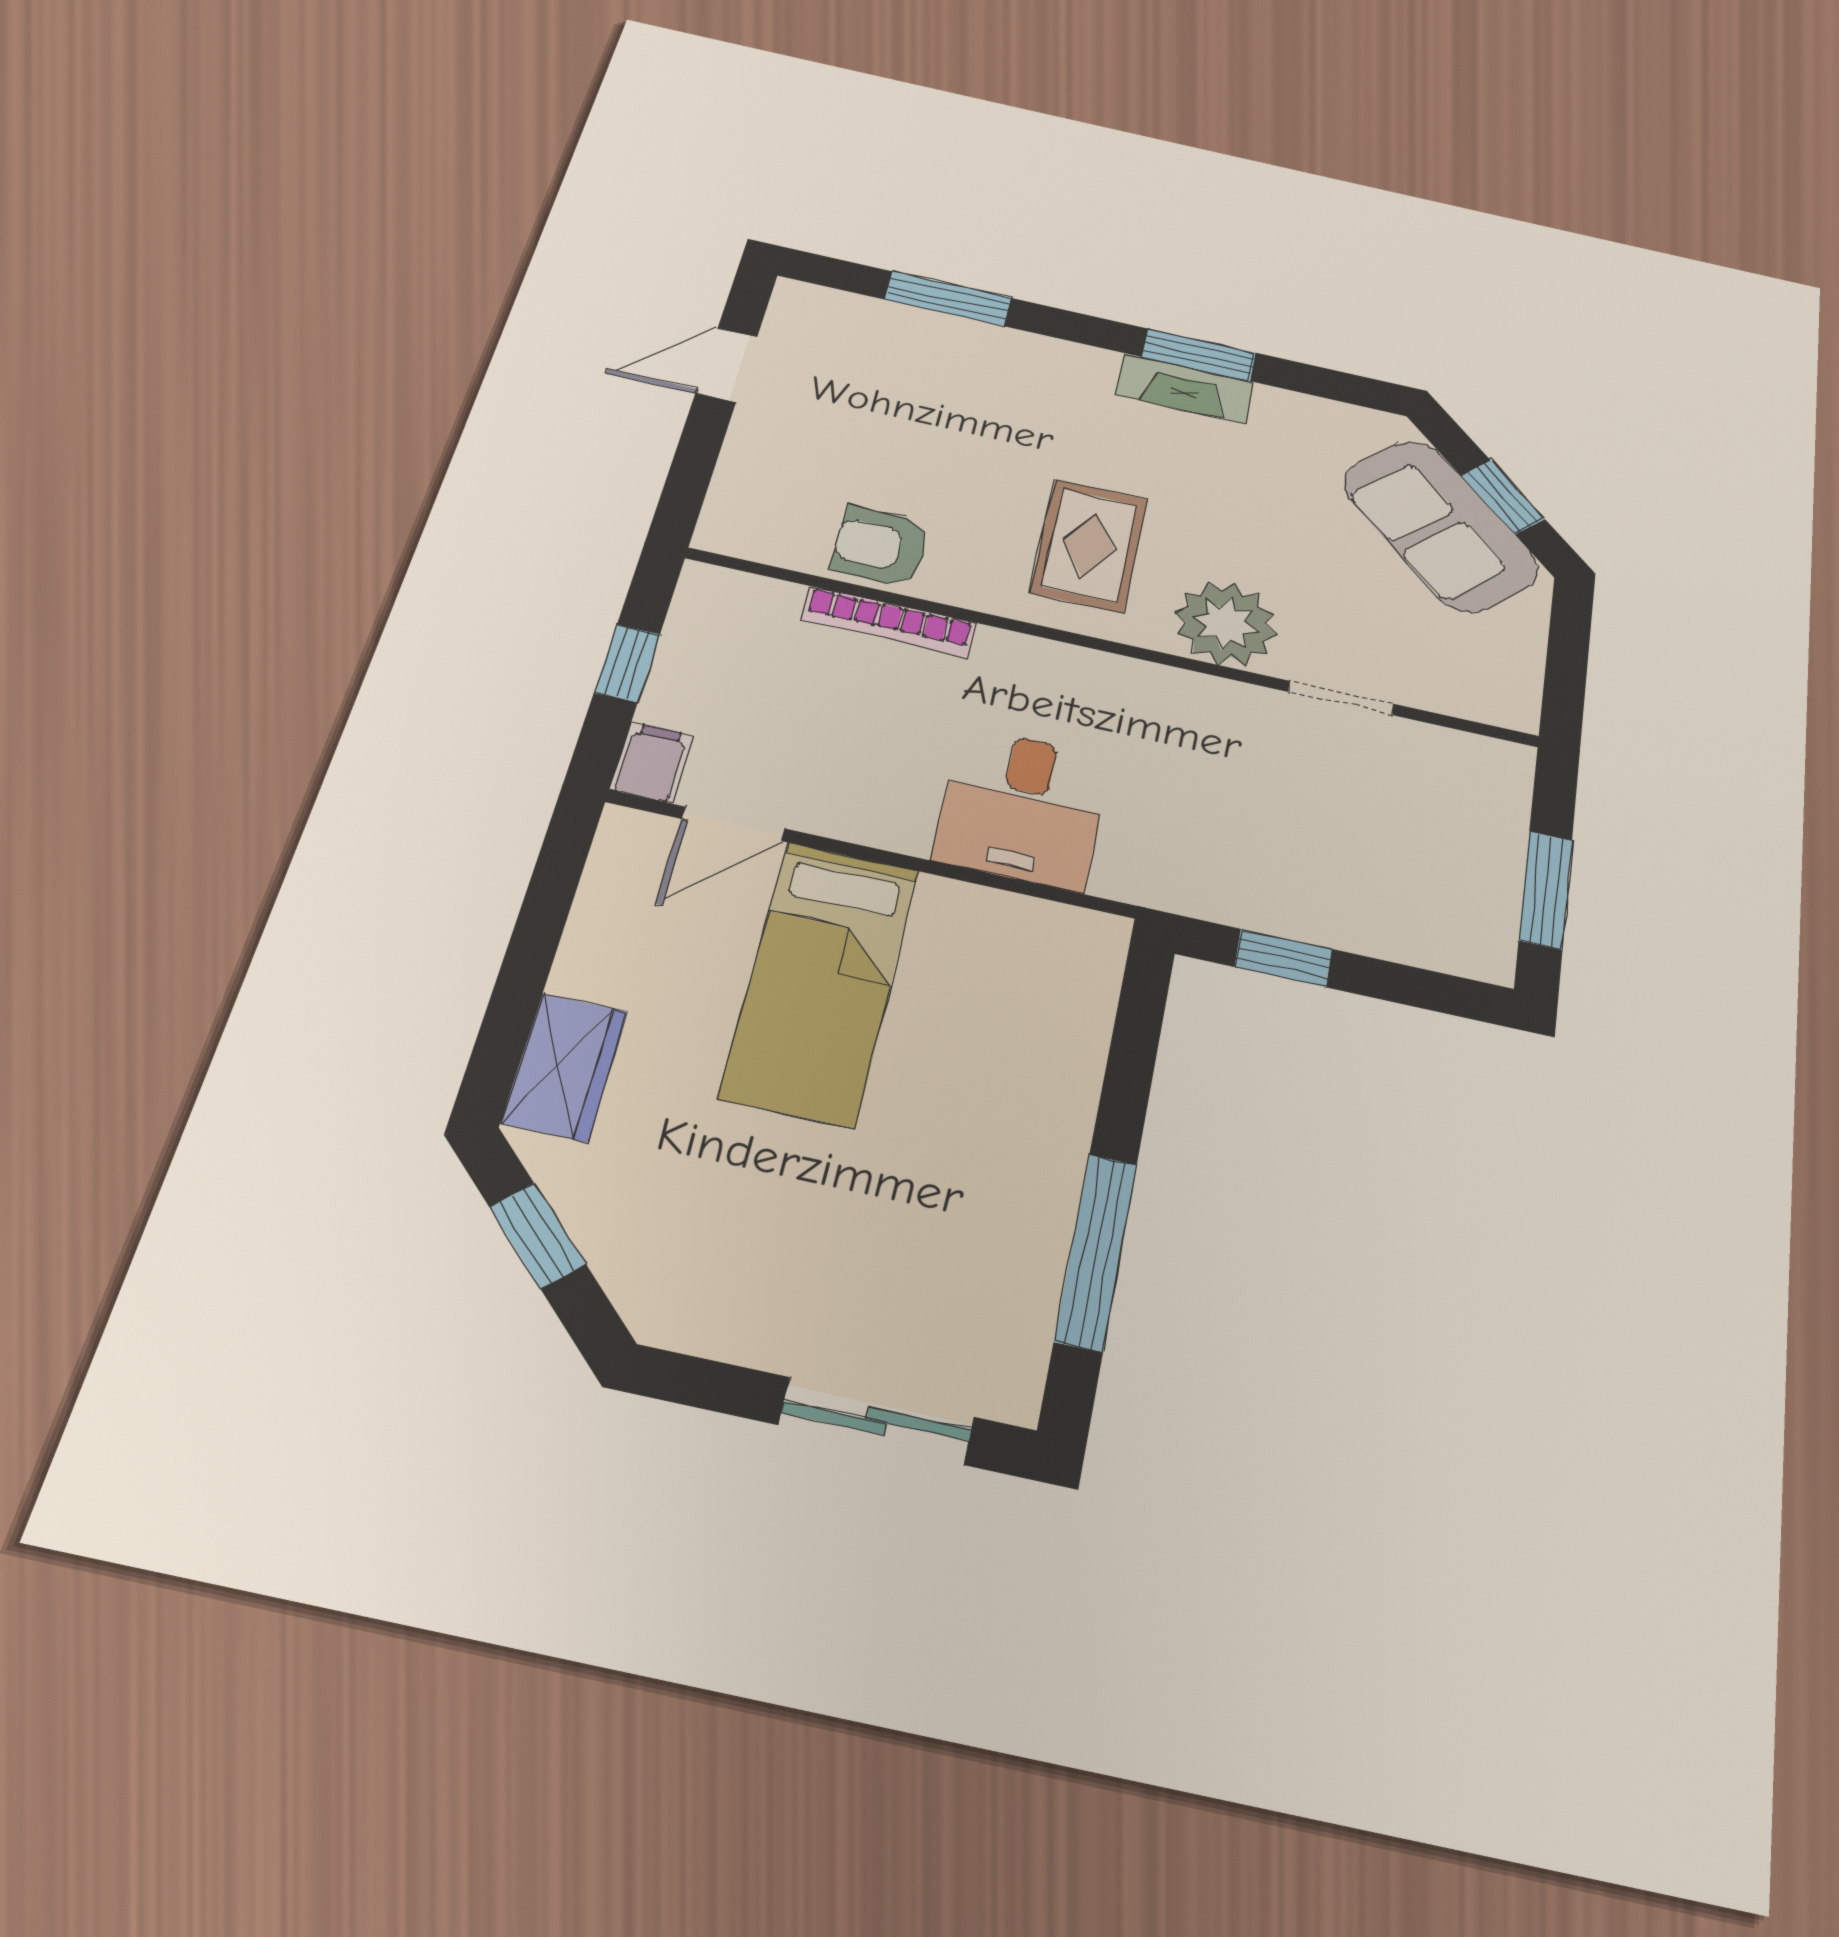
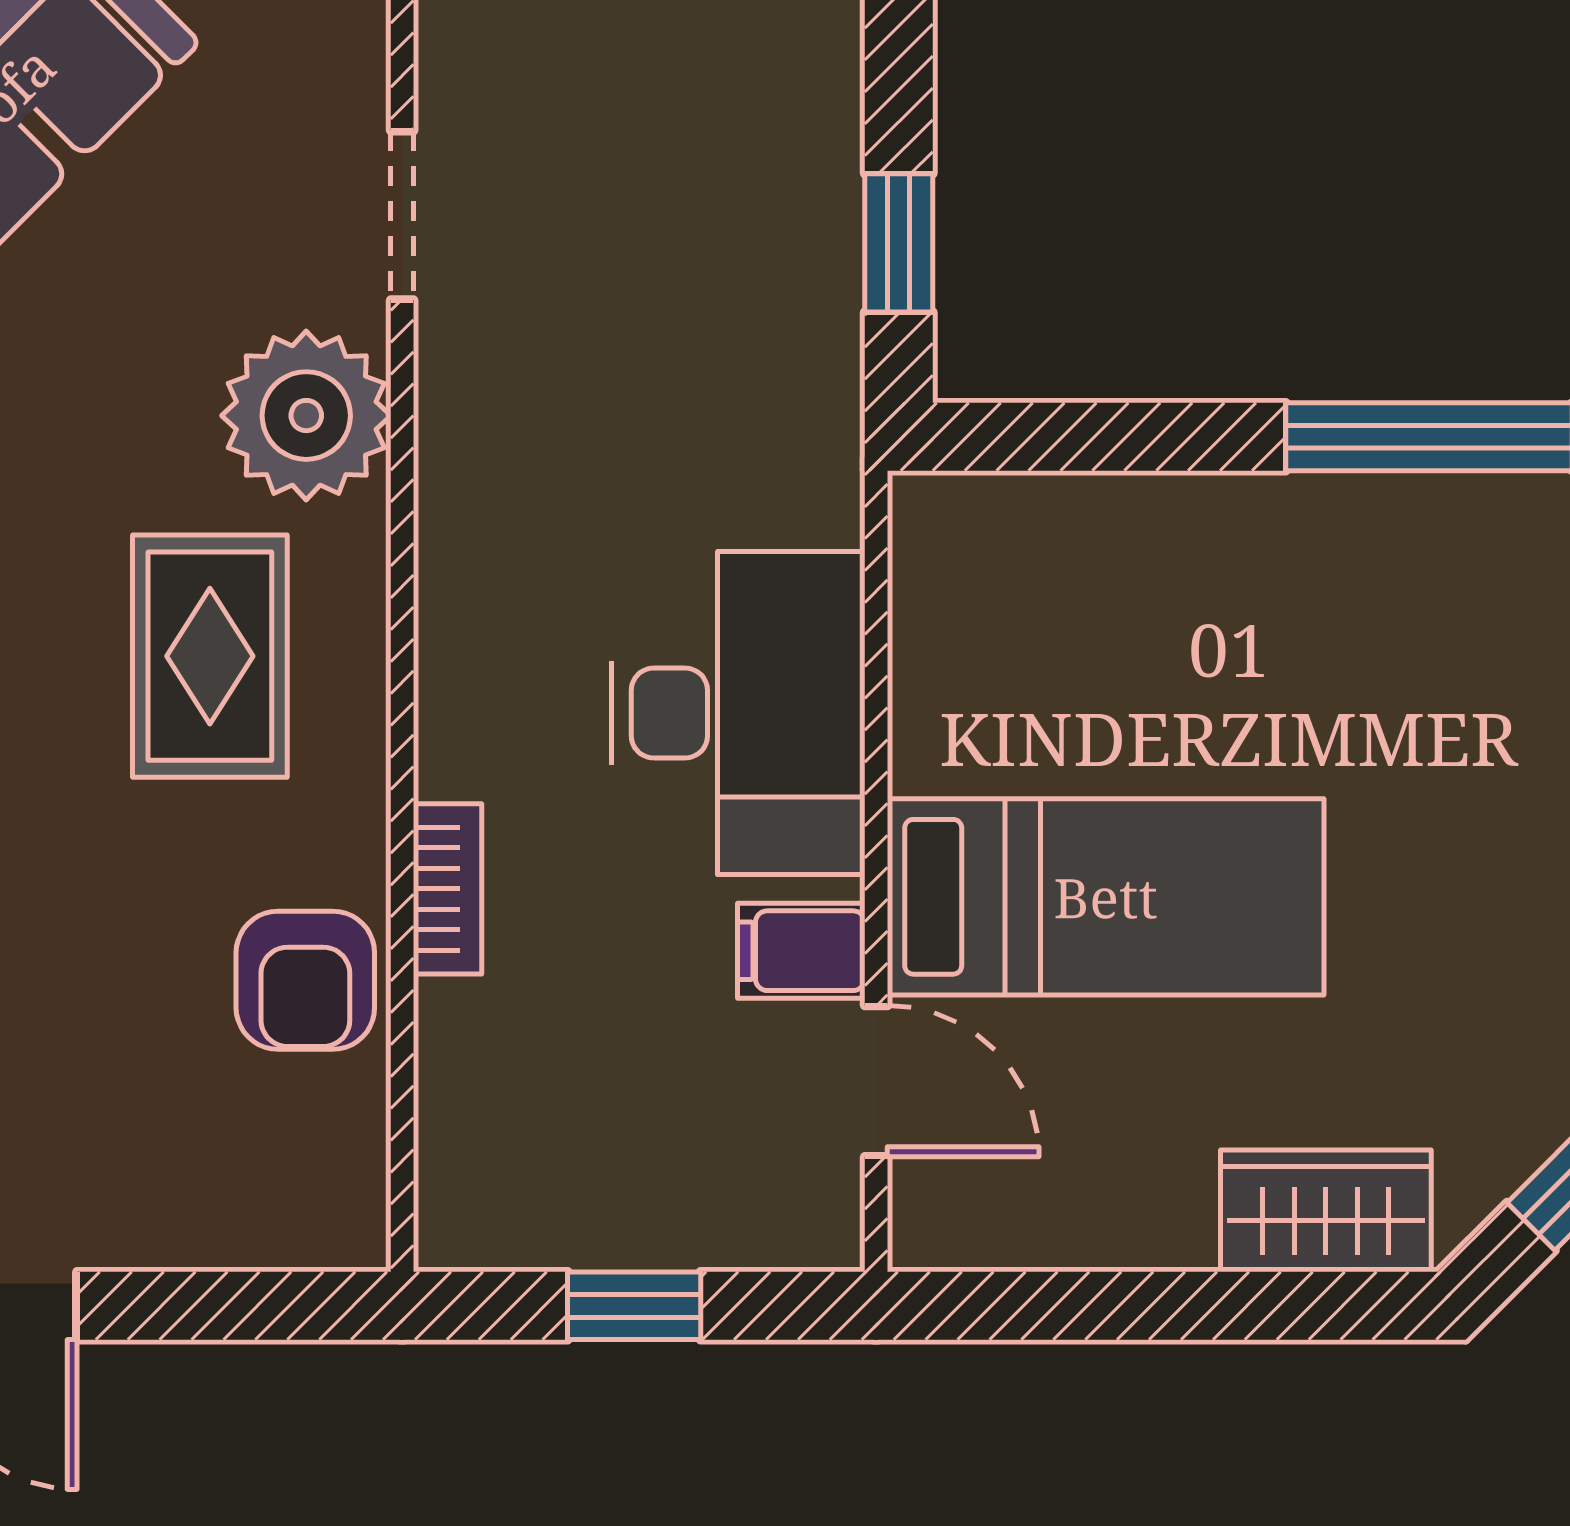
rug: (1089, 545) -> (210, 656), turned 90
bookcase: (889, 621) -> (448, 889), width x0.64
filing cabinet: (652, 762) -> (801, 951), moved
desk: (1022, 808) -> (738, 713), width x1.37

